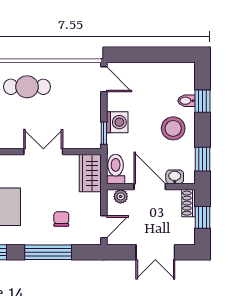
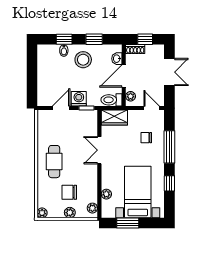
door: (104, 79) -> (61, 108), moved
window: (202, 159) -> (94, 39), moved

